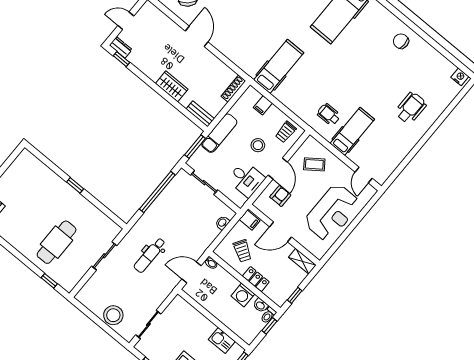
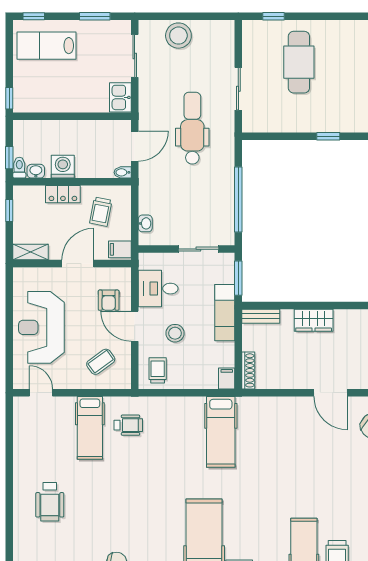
filing cabinet: (263, 105) -> (227, 378), moved
trolley: (242, 251) -> (101, 212), turned -111
dental chair: (150, 255) -> (192, 128), width x1.36, depth x1.38
kitchen sink: (222, 340) -> (120, 97), moved, turned -90

